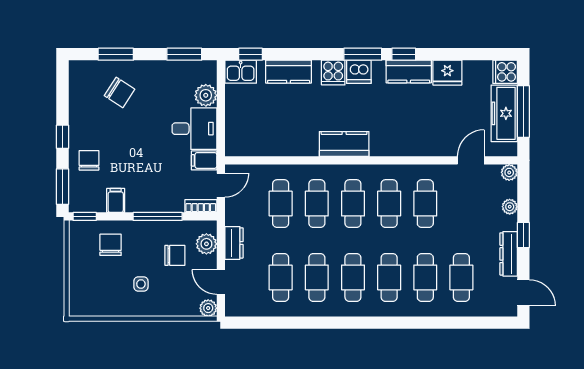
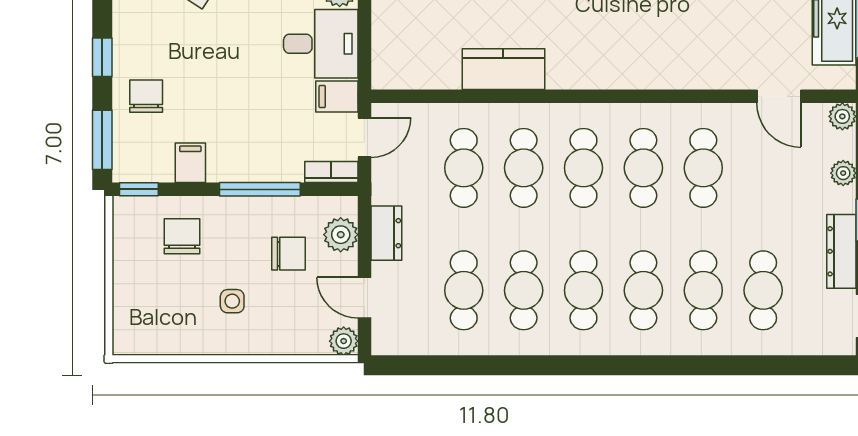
kitchen counter: (344, 144) -> (503, 69), moved
door: (471, 160) -> (779, 96), swing flipped

